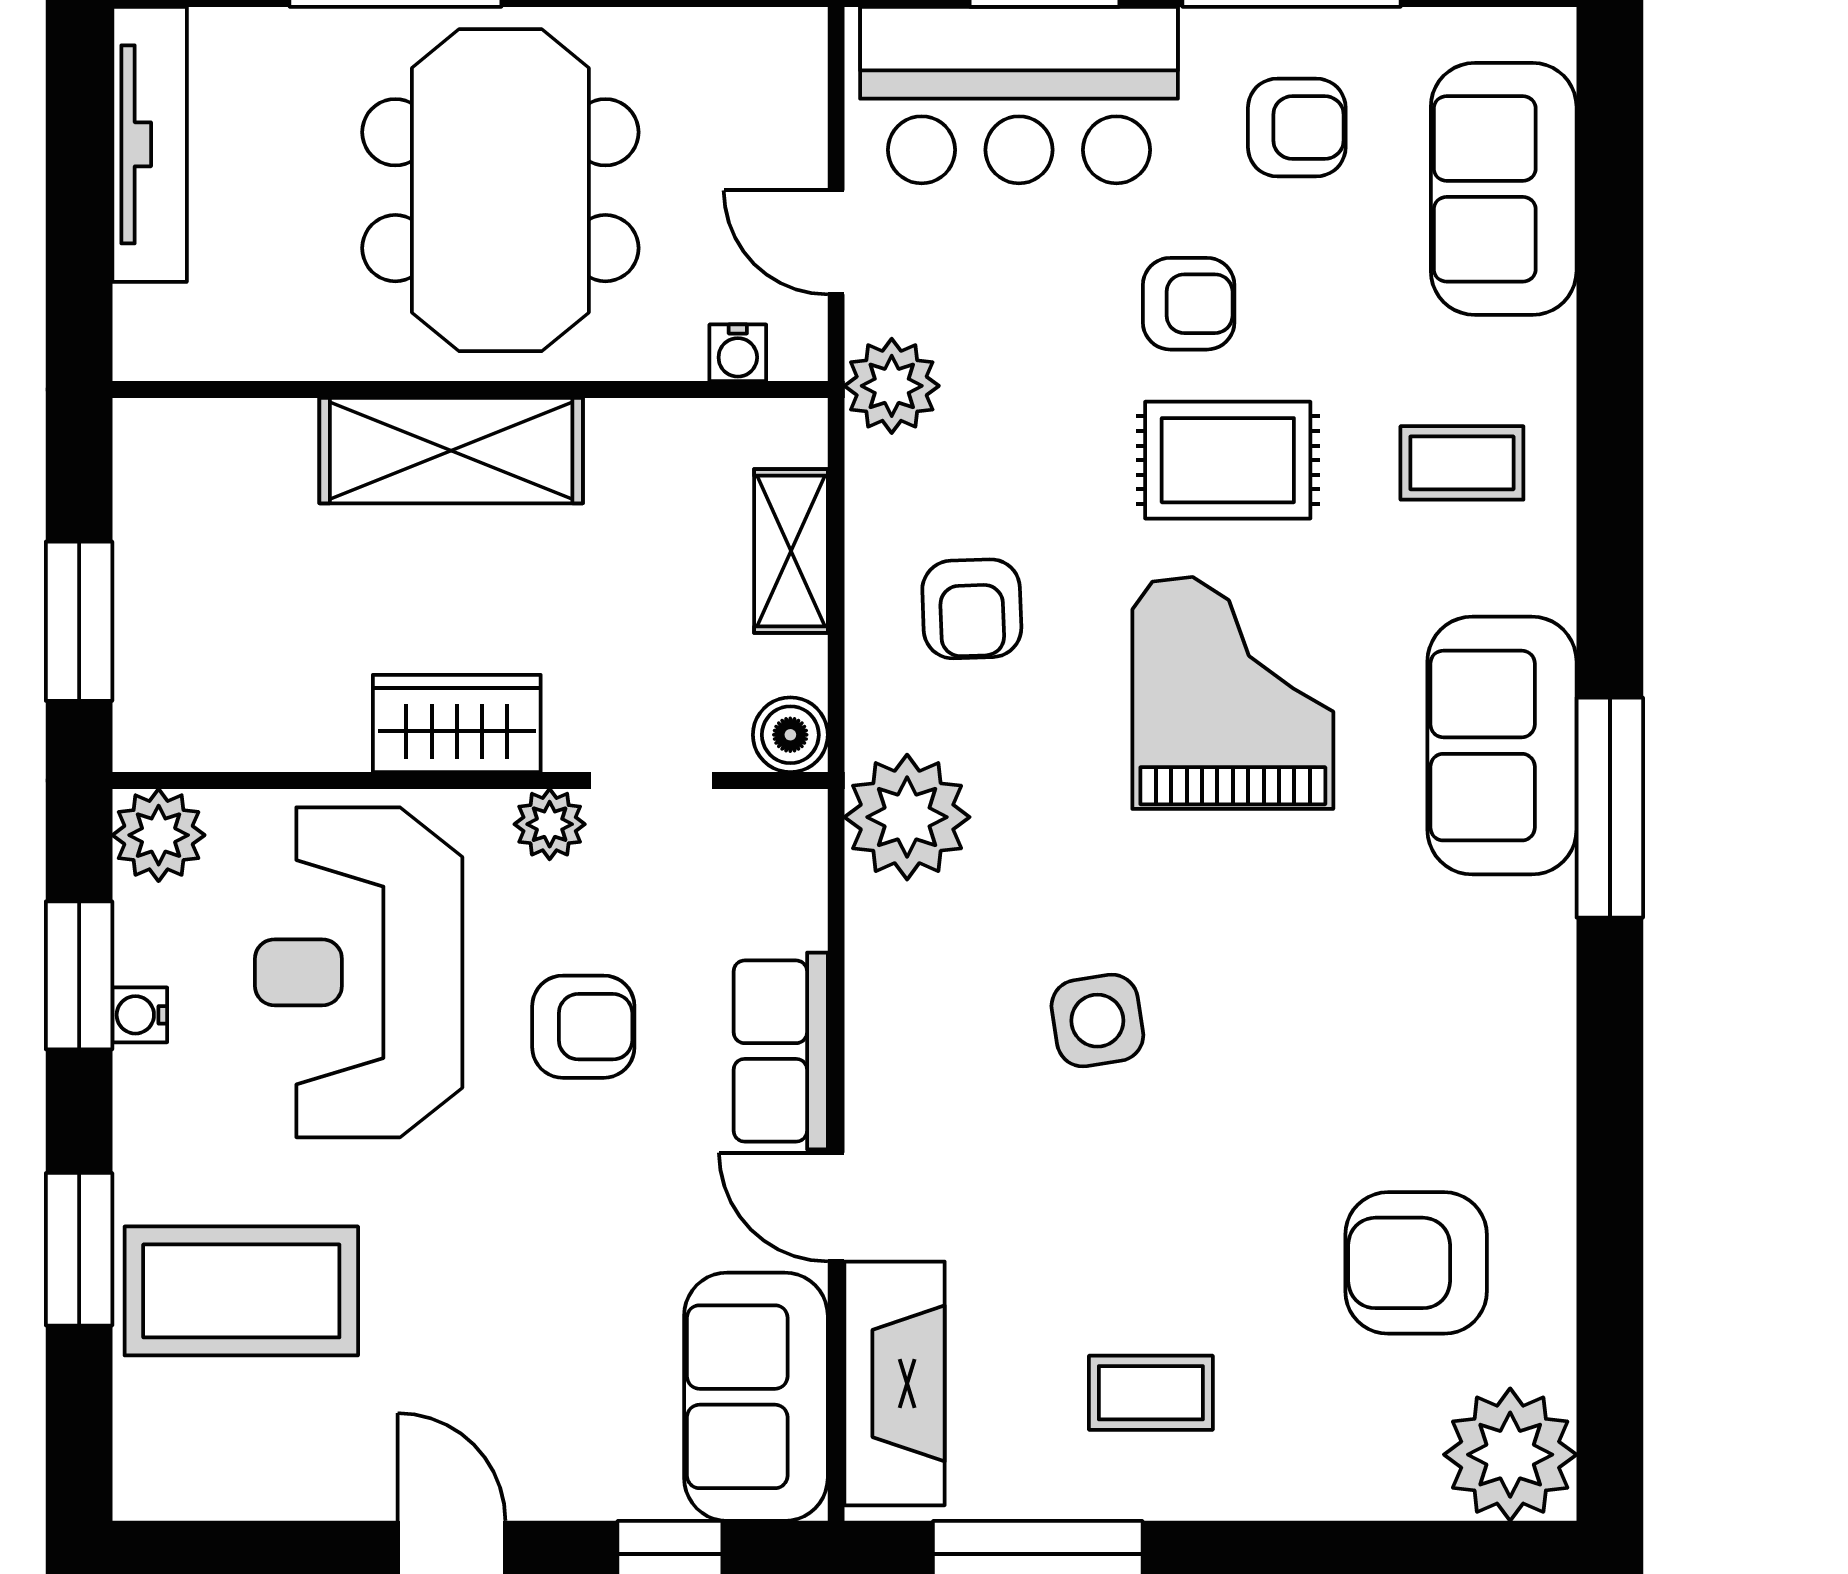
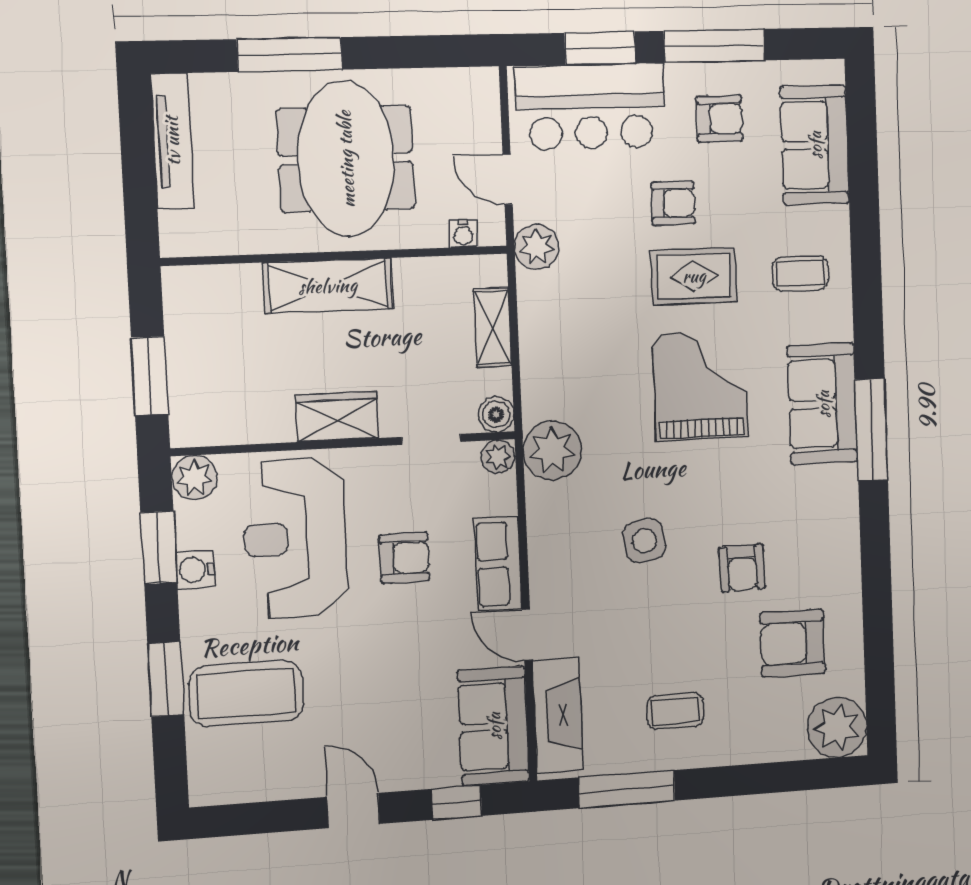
armchair: (972, 609) -> (742, 568), moved
plant: (550, 824) -> (498, 457), moved
water cooler: (140, 1015) -> (195, 570), width x1.38, depth x1.38

